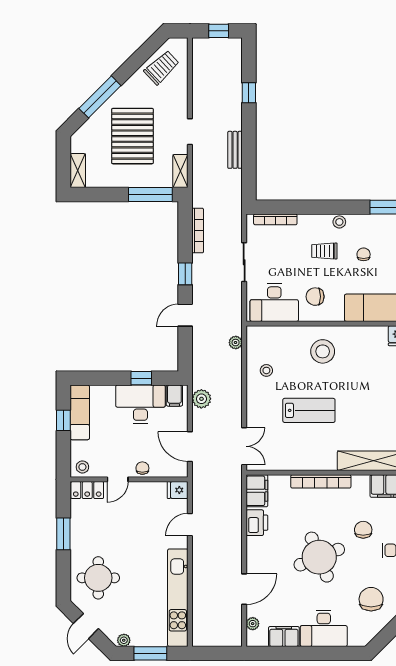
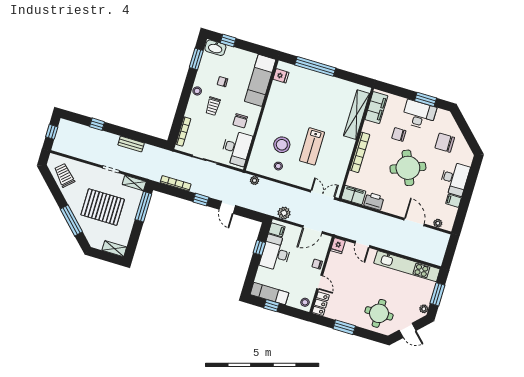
stool: (323, 351) -> (282, 145), moved
lab bench: (309, 410) -> (312, 146), turned 180
filing cabinet: (284, 637) -> (453, 201), width x0.50

